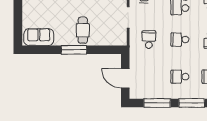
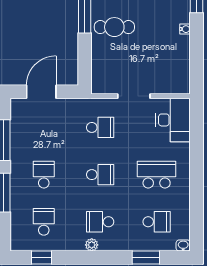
school desk: (180, 40) -> (100, 175), turned 90

